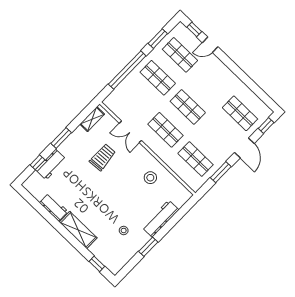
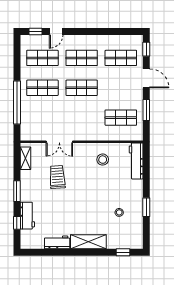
window: (158, 39) -> (17, 61), removed
shop shelf: (166, 130) -> (82, 58), moved
workbench: (160, 219) -> (136, 161), moved

